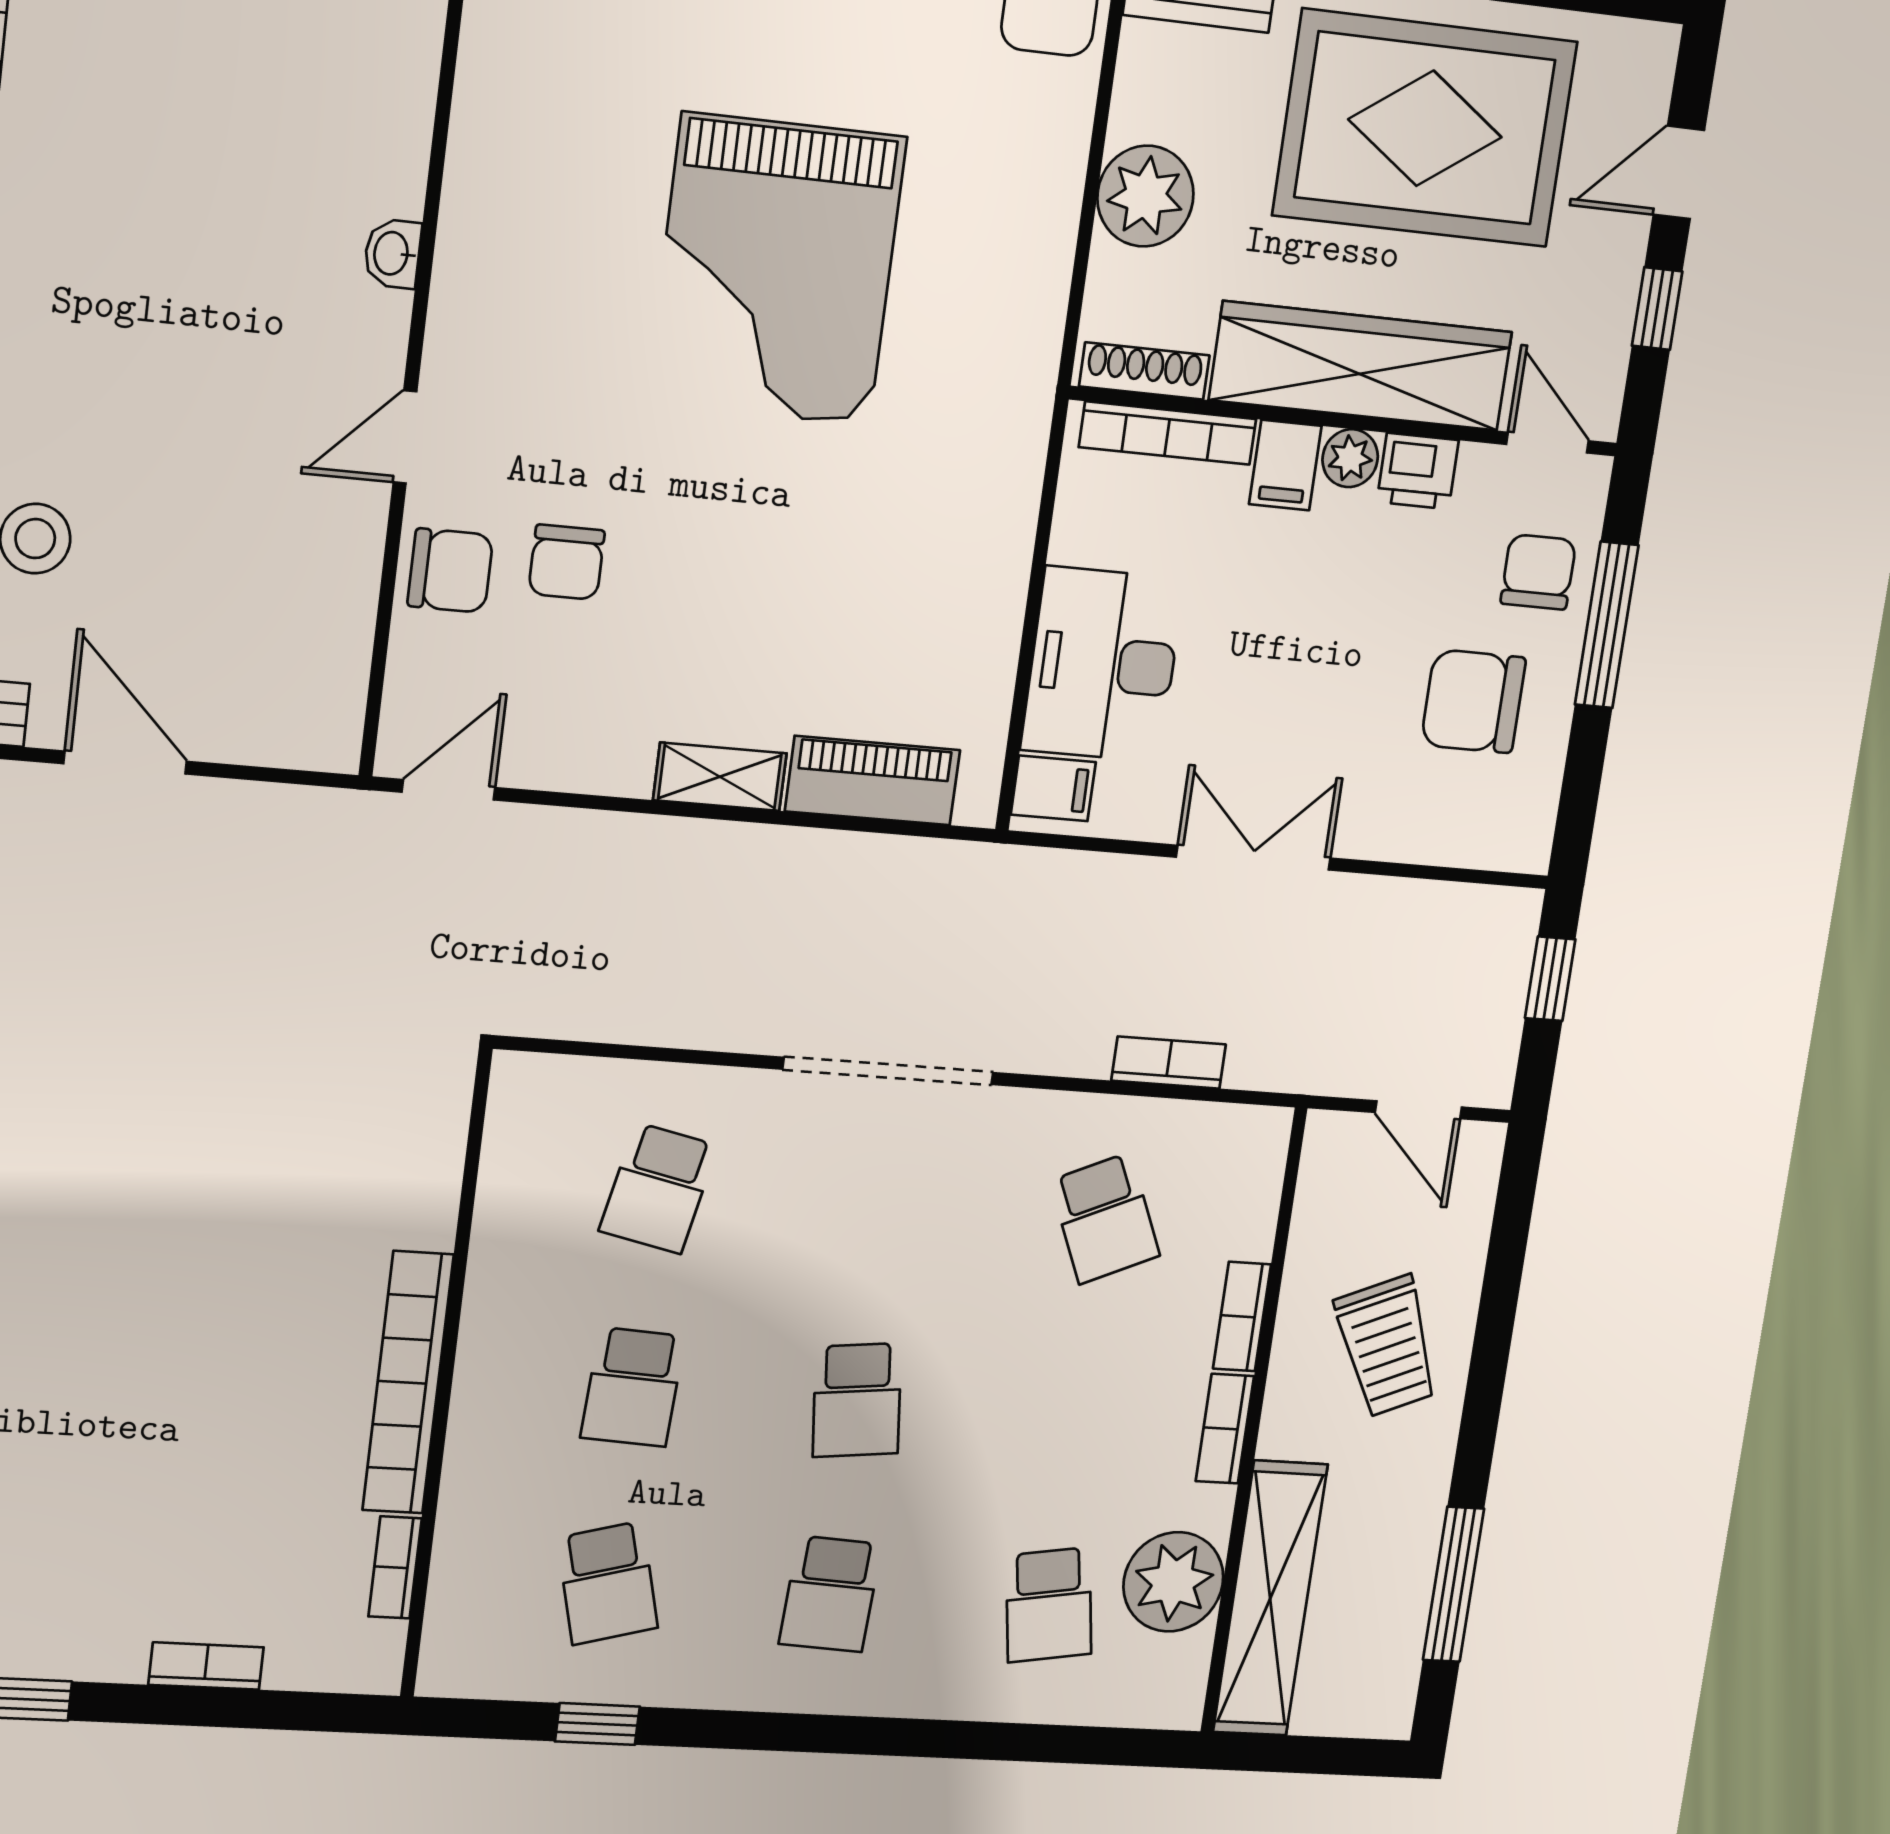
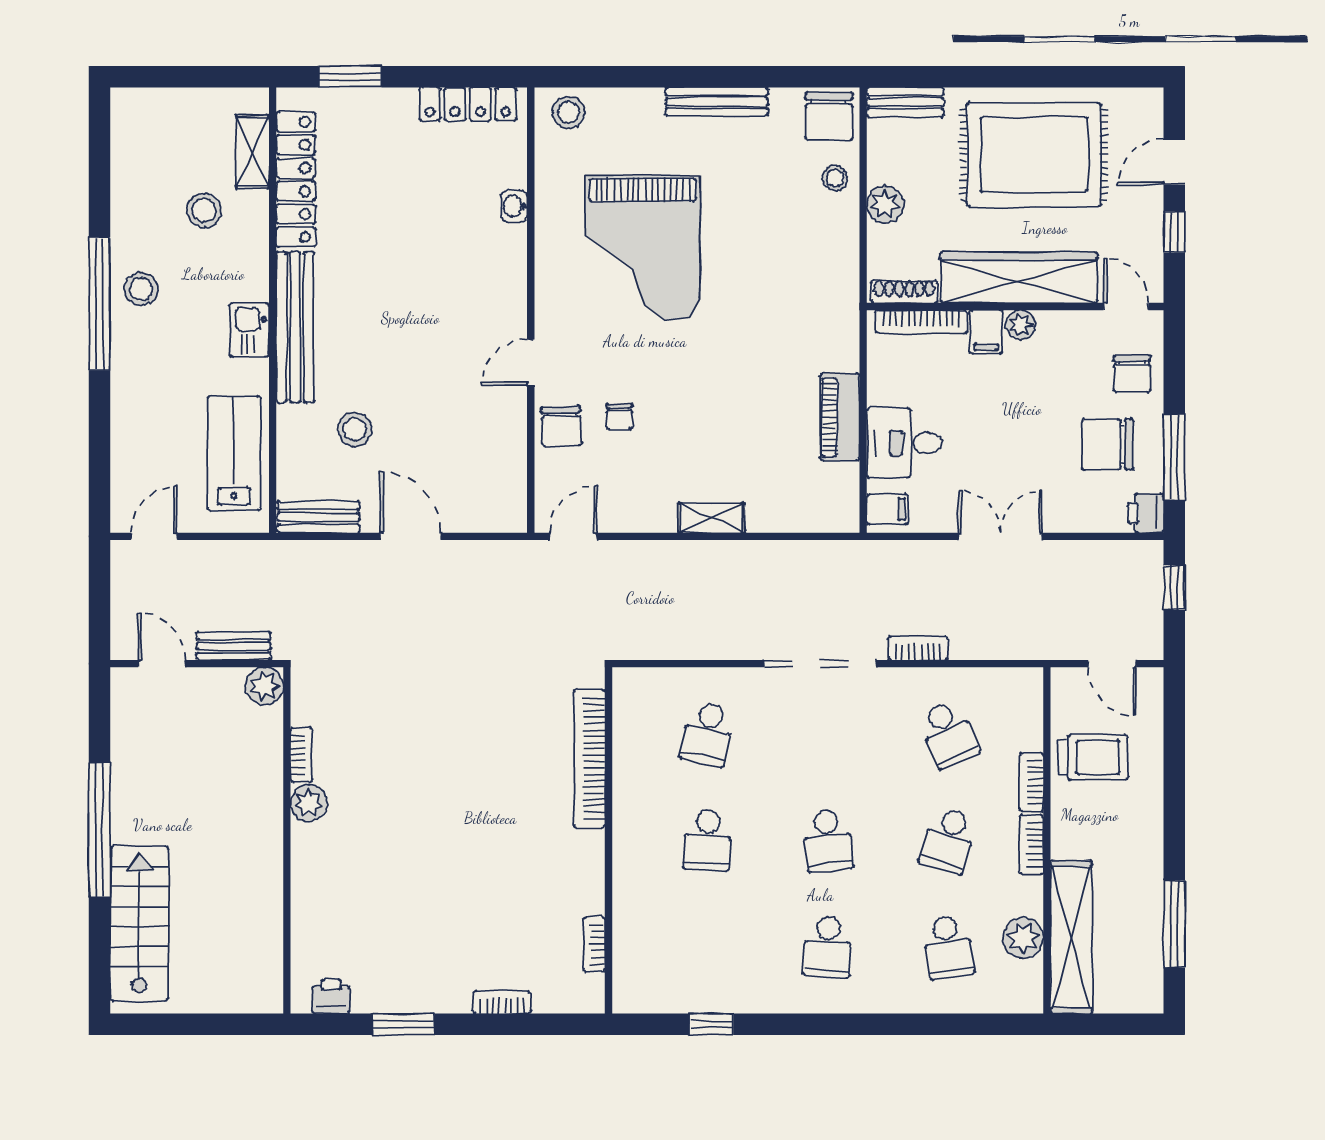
stool: (1045, 131) -> (835, 178), added
plant: (1145, 196) -> (885, 204), width x0.73, depth x0.73
washbasin: (393, 254) -> (514, 206), moved
grand piano: (776, 270) -> (643, 248), moved
printer: (1418, 471) -> (1146, 513), moved, turned 90
chair: (567, 562) -> (619, 417), width x0.73, depth x0.73
chair: (450, 571) -> (561, 426), turned 88
chair: (1538, 572) -> (1132, 374), turned 180
window: (1607, 625) -> (1174, 457), moved
desk: (1103, 664) -> (904, 443), width x0.73
piano: (873, 781) -> (840, 417), moved, turned -90
bookcase: (1169, 1063) -> (918, 648), moved
trolley: (1387, 1346) -> (1093, 757), moved, turned -67
bookcase: (408, 1383) -> (589, 759), moved
plant: (1173, 1582) -> (1023, 938), width x0.73, depth x0.73
school desk: (608, 1583) -> (948, 840), moved, turned 33

